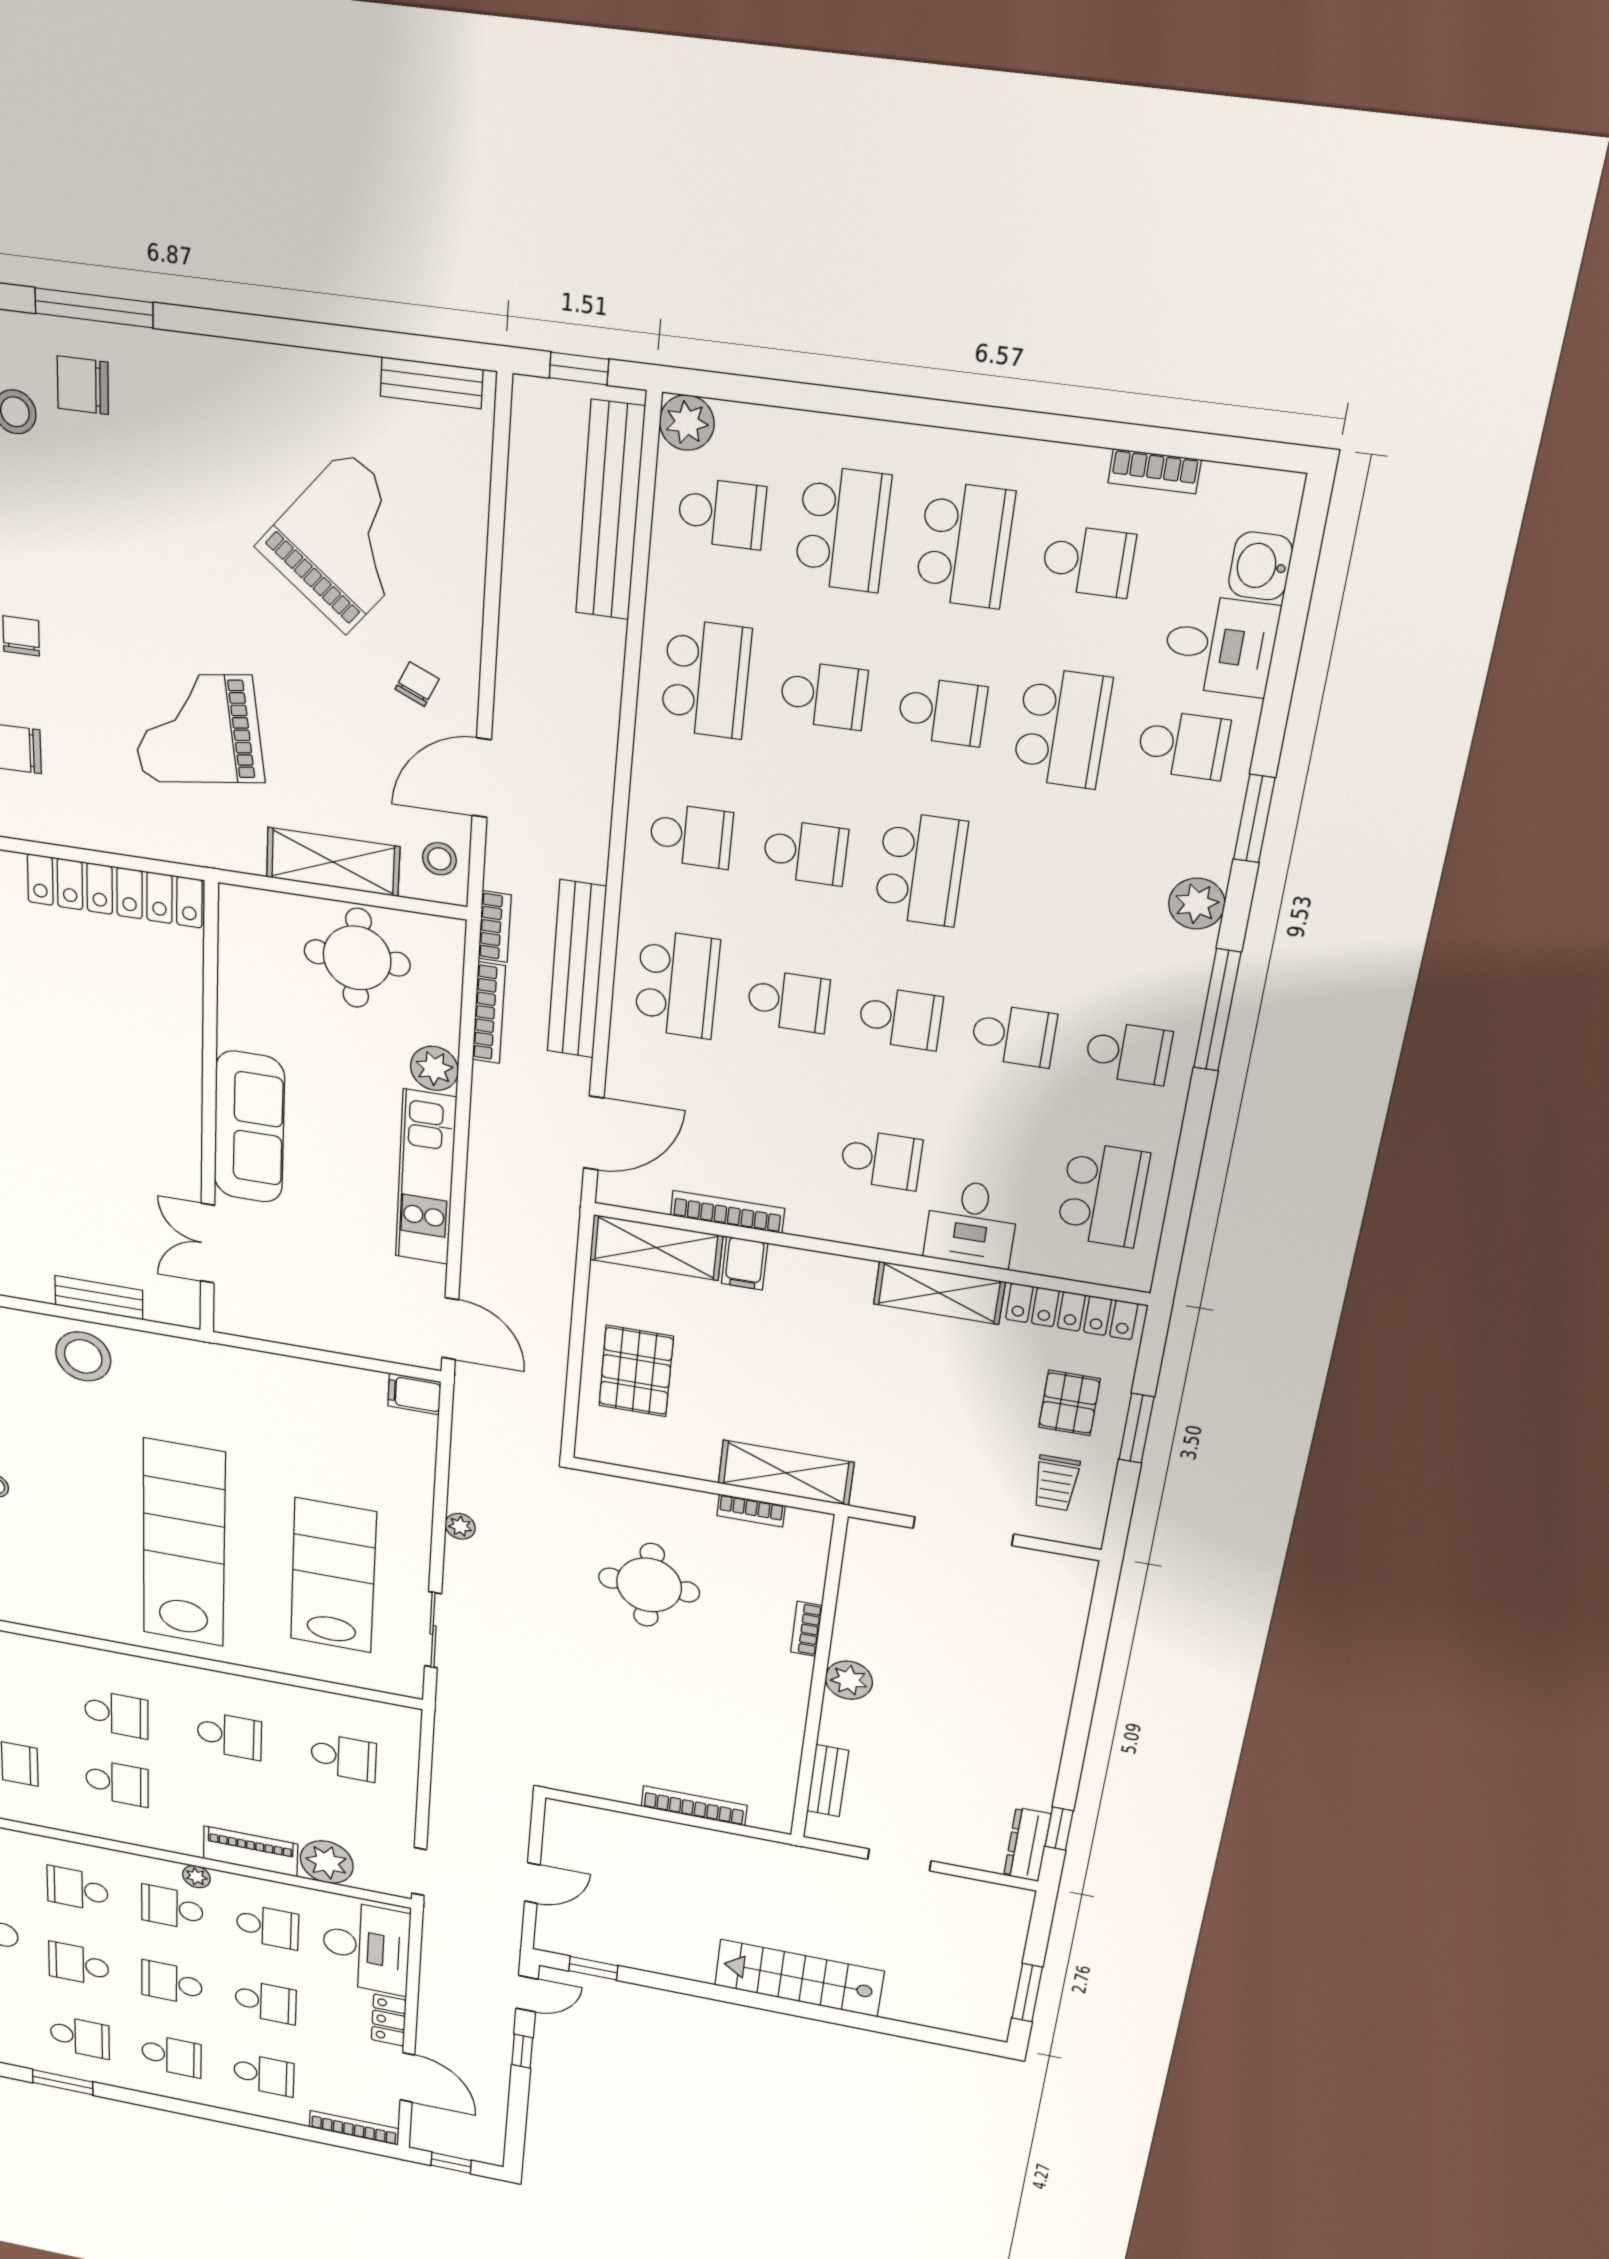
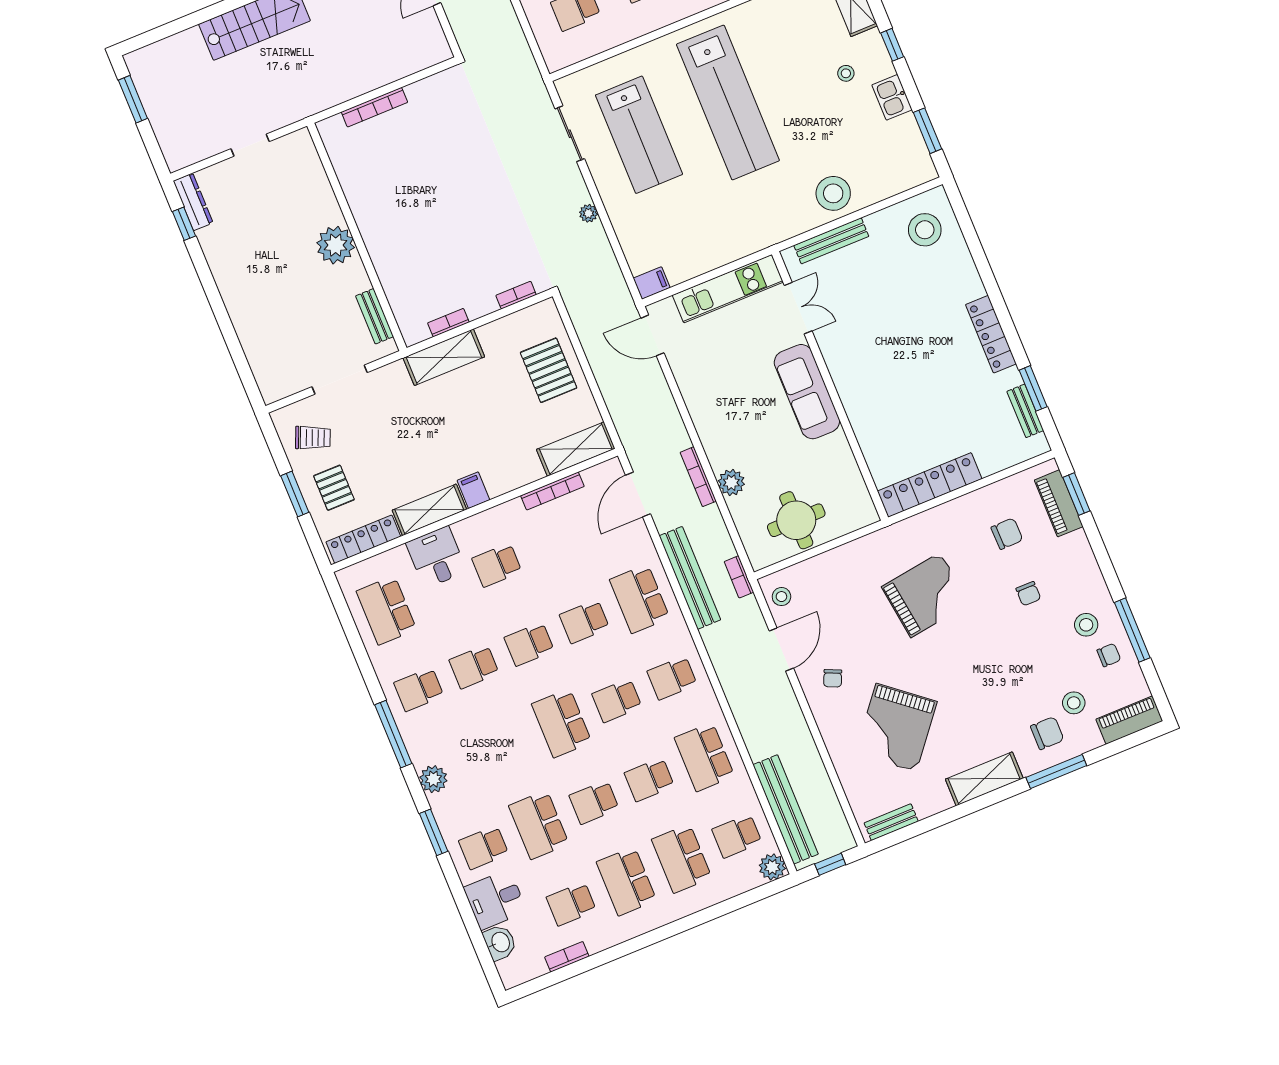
shelving: (333, 862) -> (984, 779), moved
bookcase: (489, 1013) -> (698, 477), moved
kitchen unit: (426, 1178) -> (728, 289), moved, turned 90
filing cabinet: (744, 1263) -> (473, 490), moved
bench: (99, 1298) -> (831, 241), width x1.36
trolley: (1056, 1483) -> (313, 438), turned 113
round table: (649, 1585) -> (474, 241), removed
bookcase: (806, 1629) -> (516, 295), moved, turned -90
plant: (849, 1680) -> (336, 245), width x1.36, depth x1.36
bench: (828, 1781) -> (375, 316), moved

